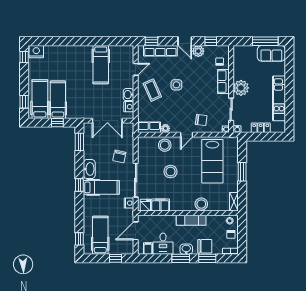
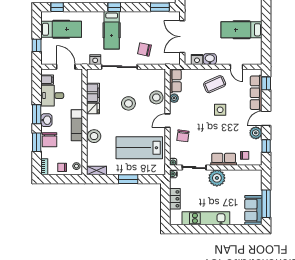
door: (187, 135) -> (167, 121), hinge flipped
washbasin: (89, 169) -> (131, 18), removed
fridge: (145, 205) -> (93, 109), moved

